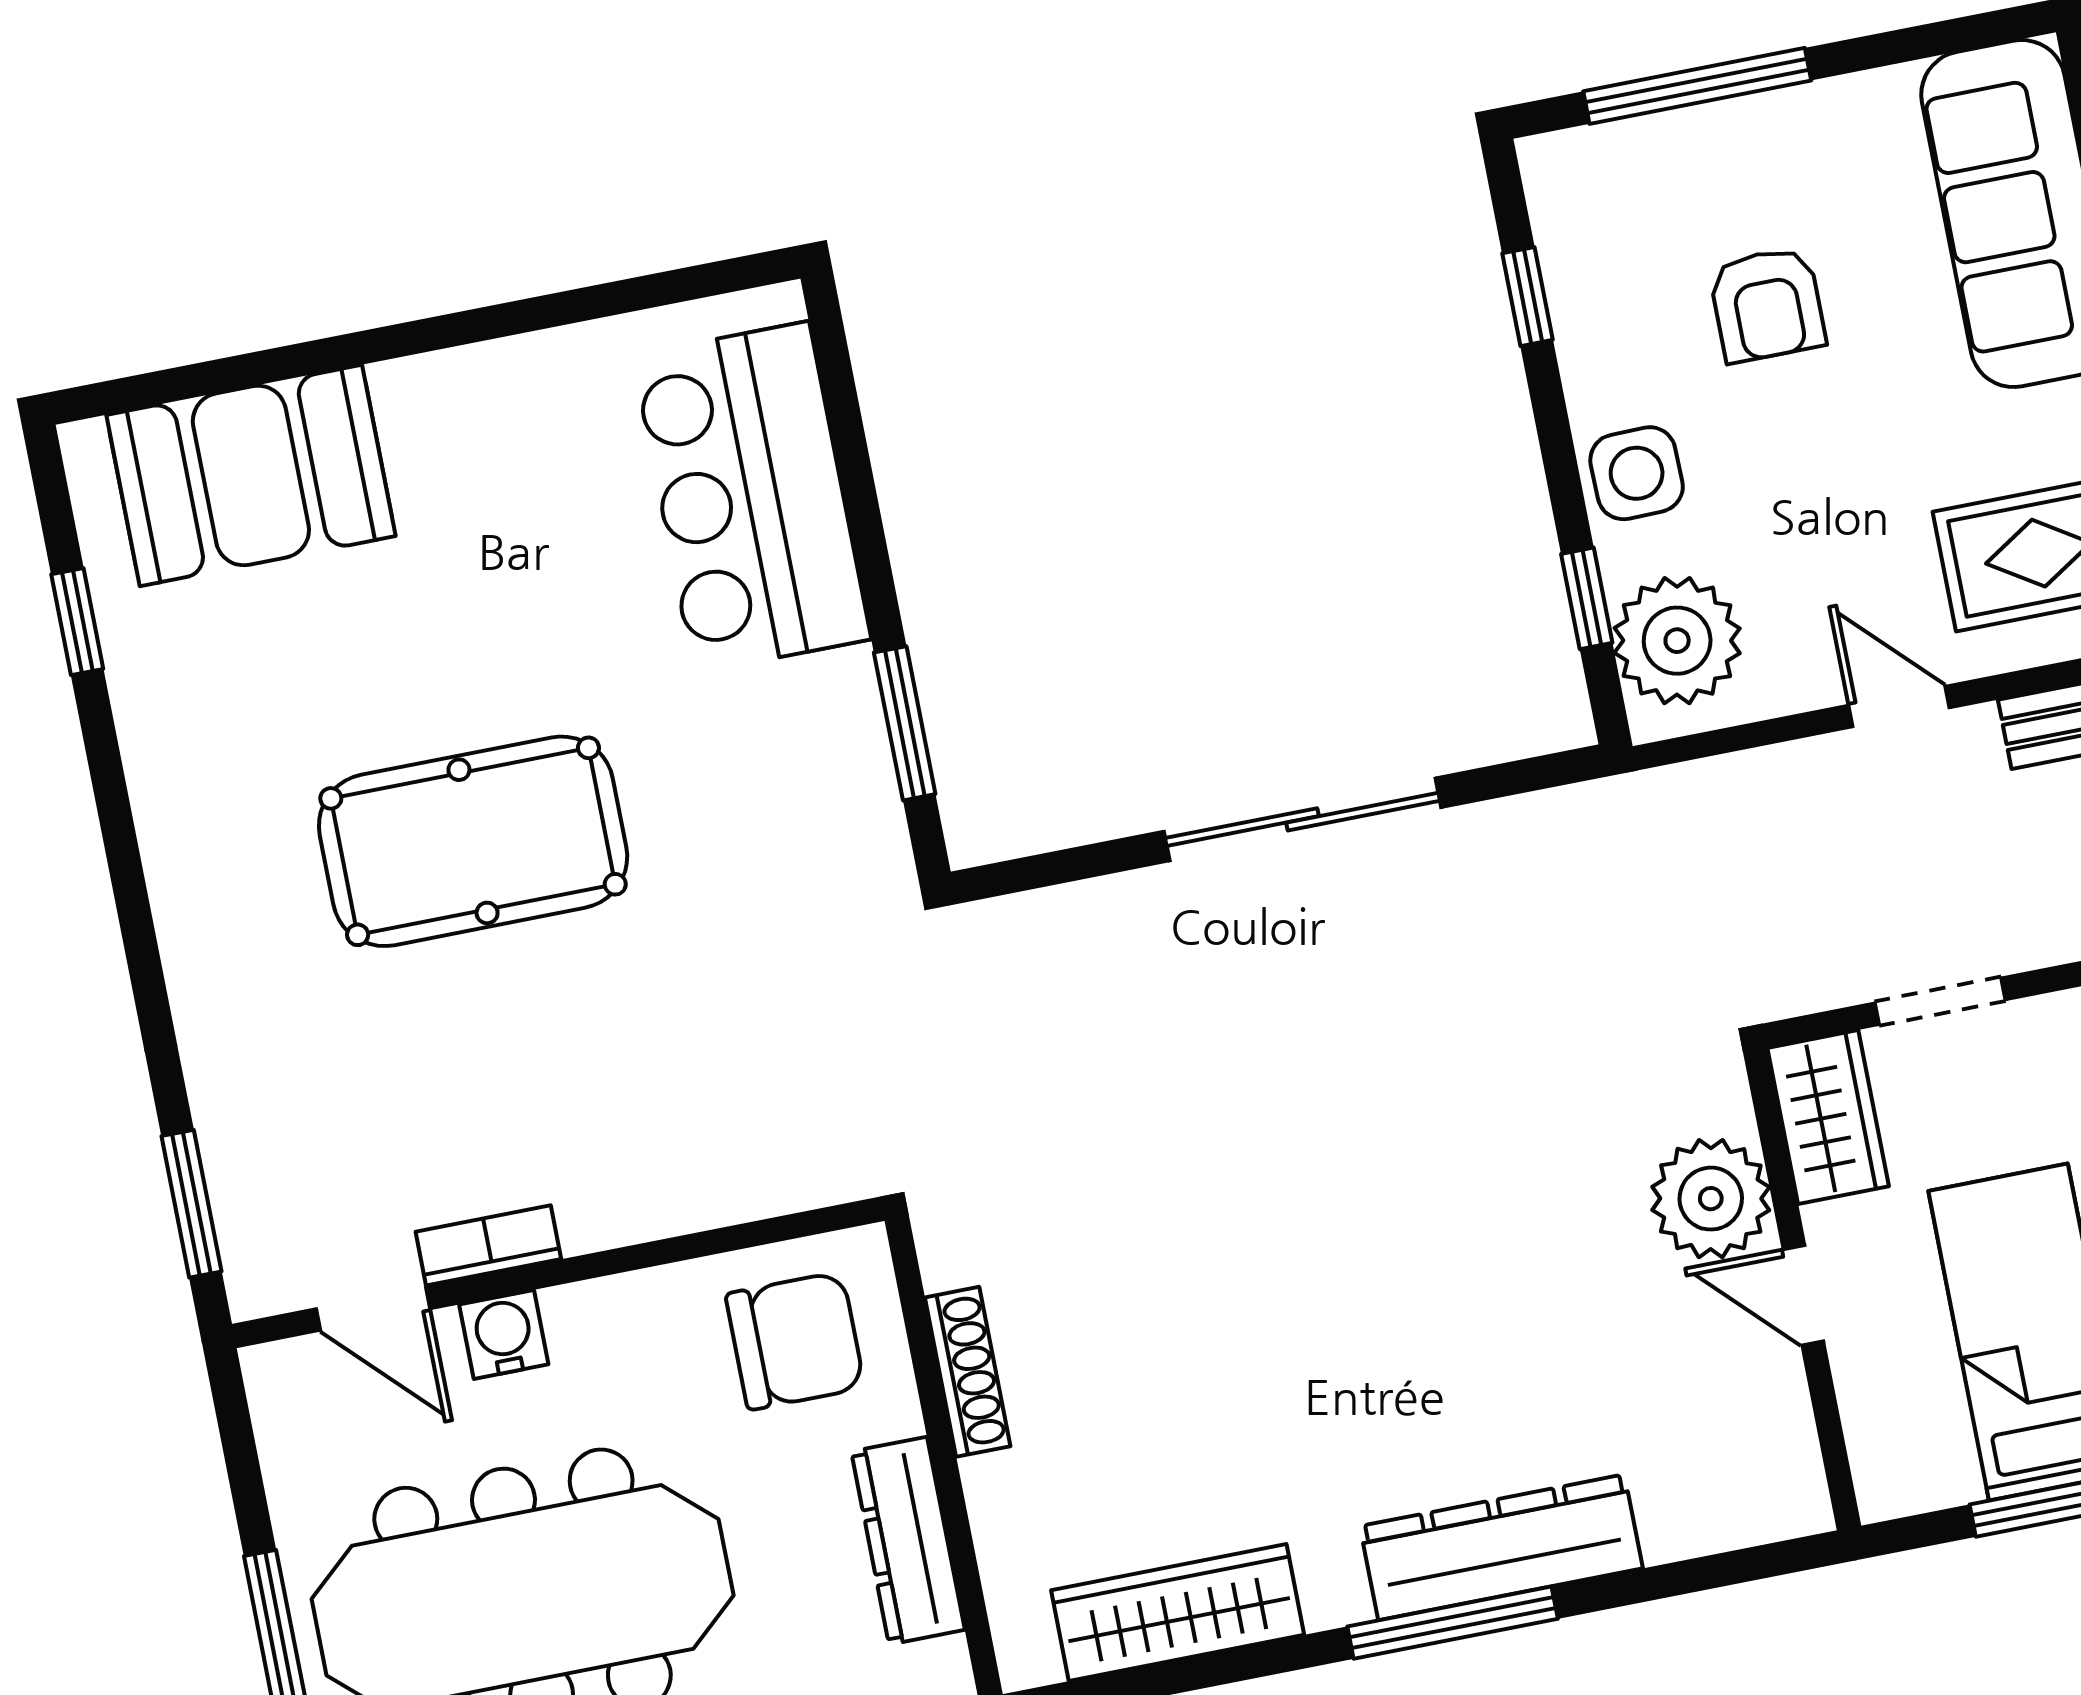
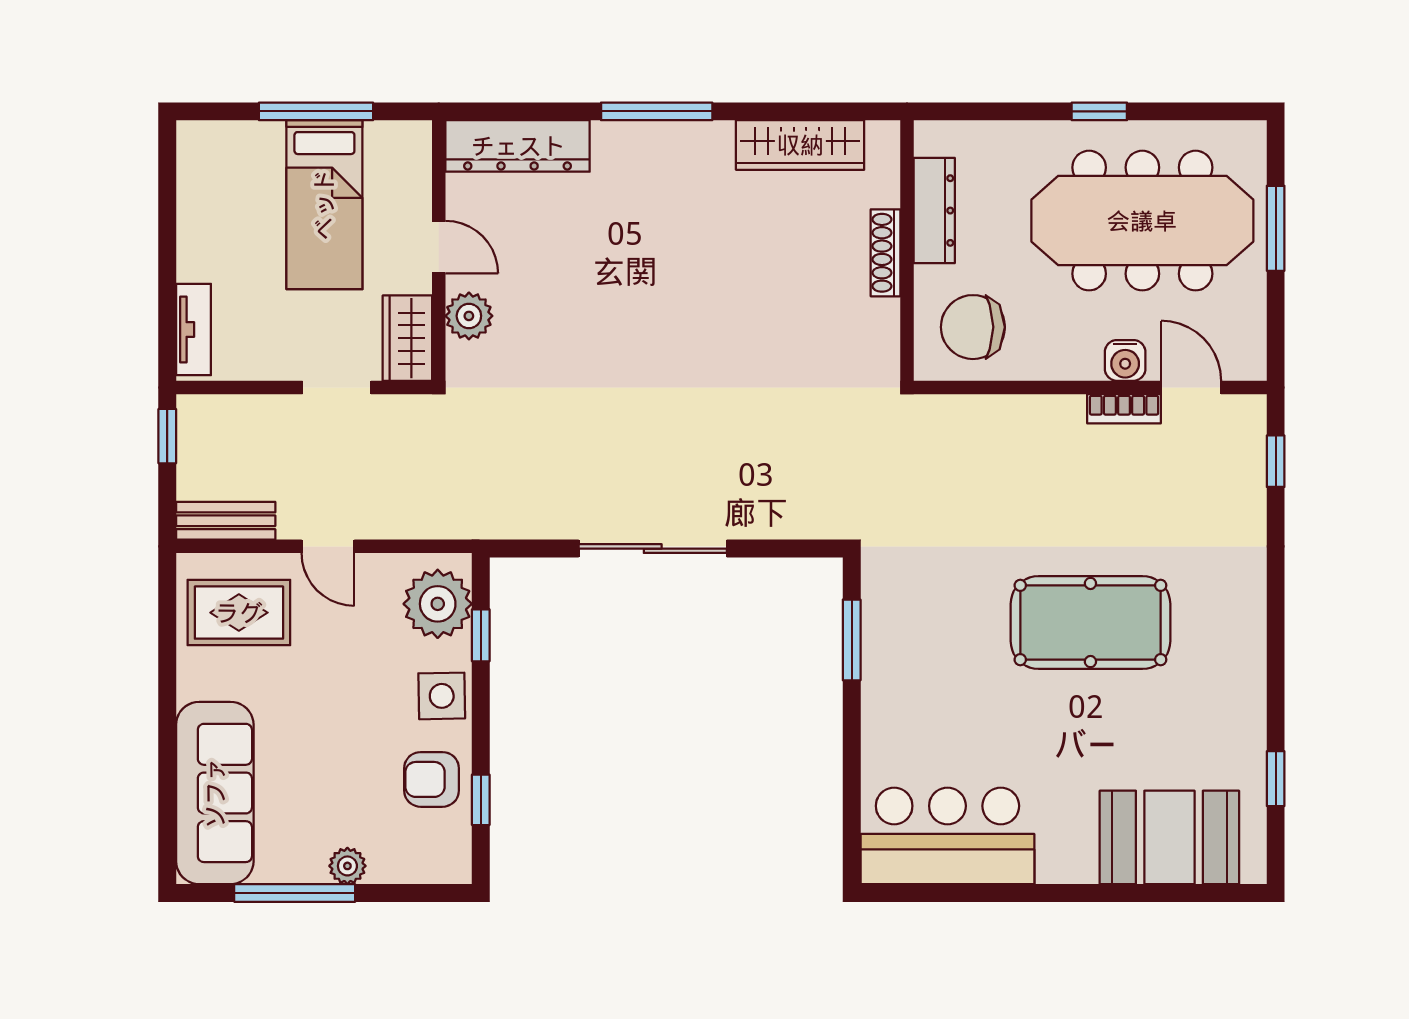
window: (1697, 86) -> (295, 893), moved
plant: (1748, 127) -> (347, 866), added
armchair: (1767, 305) -> (432, 779), moved, turned -90
bar counter: (752, 497) -> (947, 836), moved, turned -90
plant: (1711, 1199) -> (469, 316), width x0.73, depth x0.73
window: (191, 1204) -> (1276, 461), width x0.67
shoe rack: (968, 1372) -> (885, 253), moved
dresser: (1501, 1547) -> (518, 146), moved

